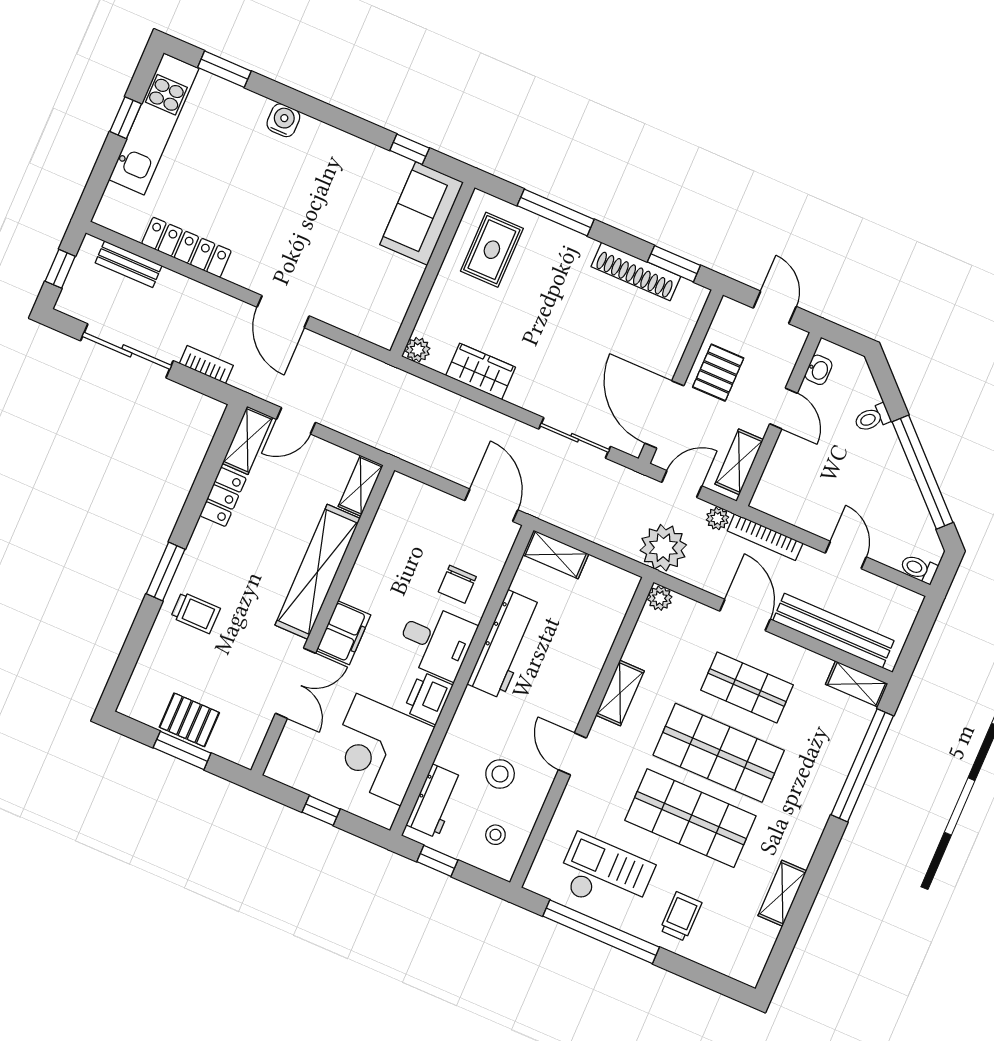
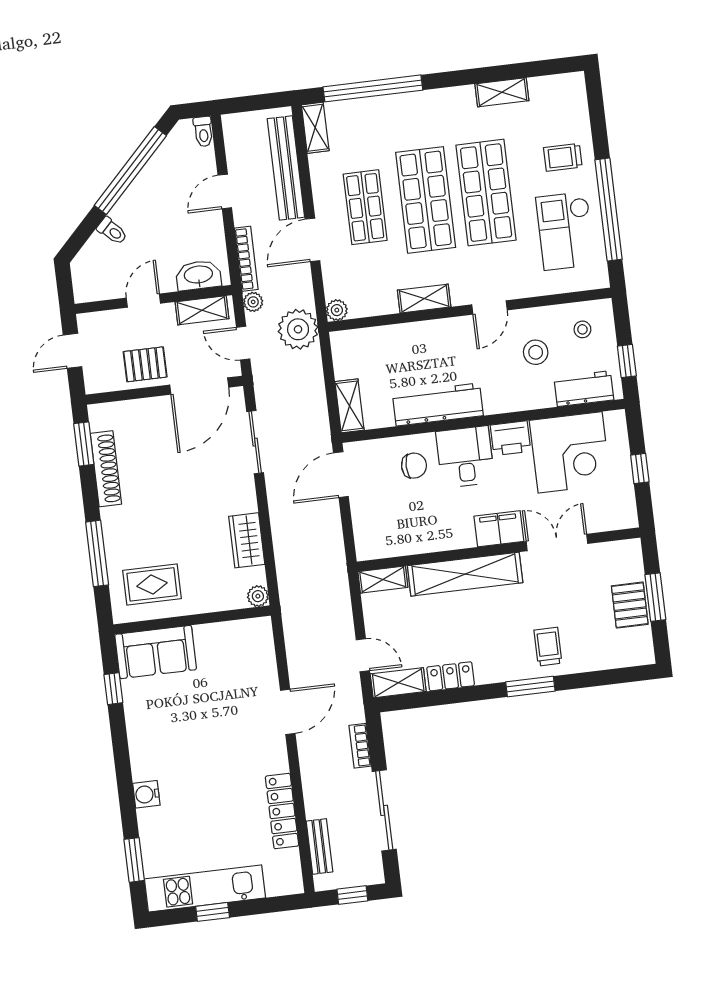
washbasin: (819, 370) -> (198, 275), moved, width x1.91, depth x1.45

